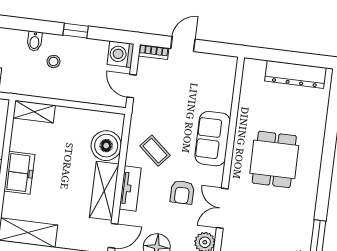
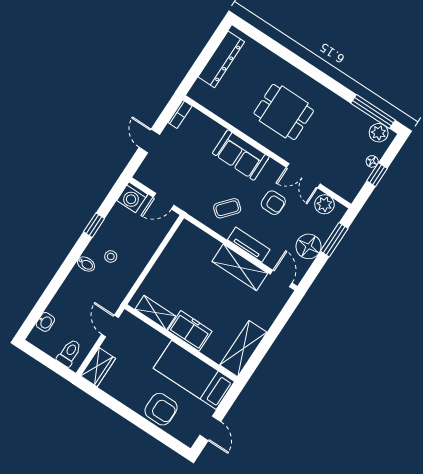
bookcase: (154, 52) -> (180, 114), moved
shelving: (34, 112) -> (155, 313), moved, turned 90
boiler: (106, 146) -> (203, 247), removed

